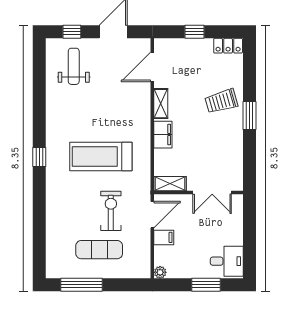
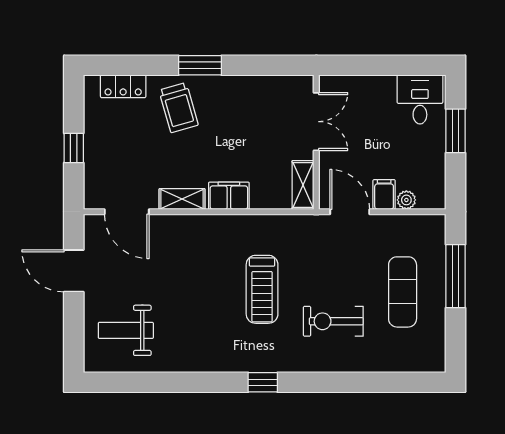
window: (72, 32) -> (74, 333), removed
locker: (228, 46) -> (123, 86), moved, turned 90
treadmill: (101, 157) -> (262, 289), width x0.73, depth x0.73
exercise bike: (111, 211) -> (333, 321), moved
plant: (160, 272) -> (406, 200), moved
window: (82, 285) -> (456, 276), moved

